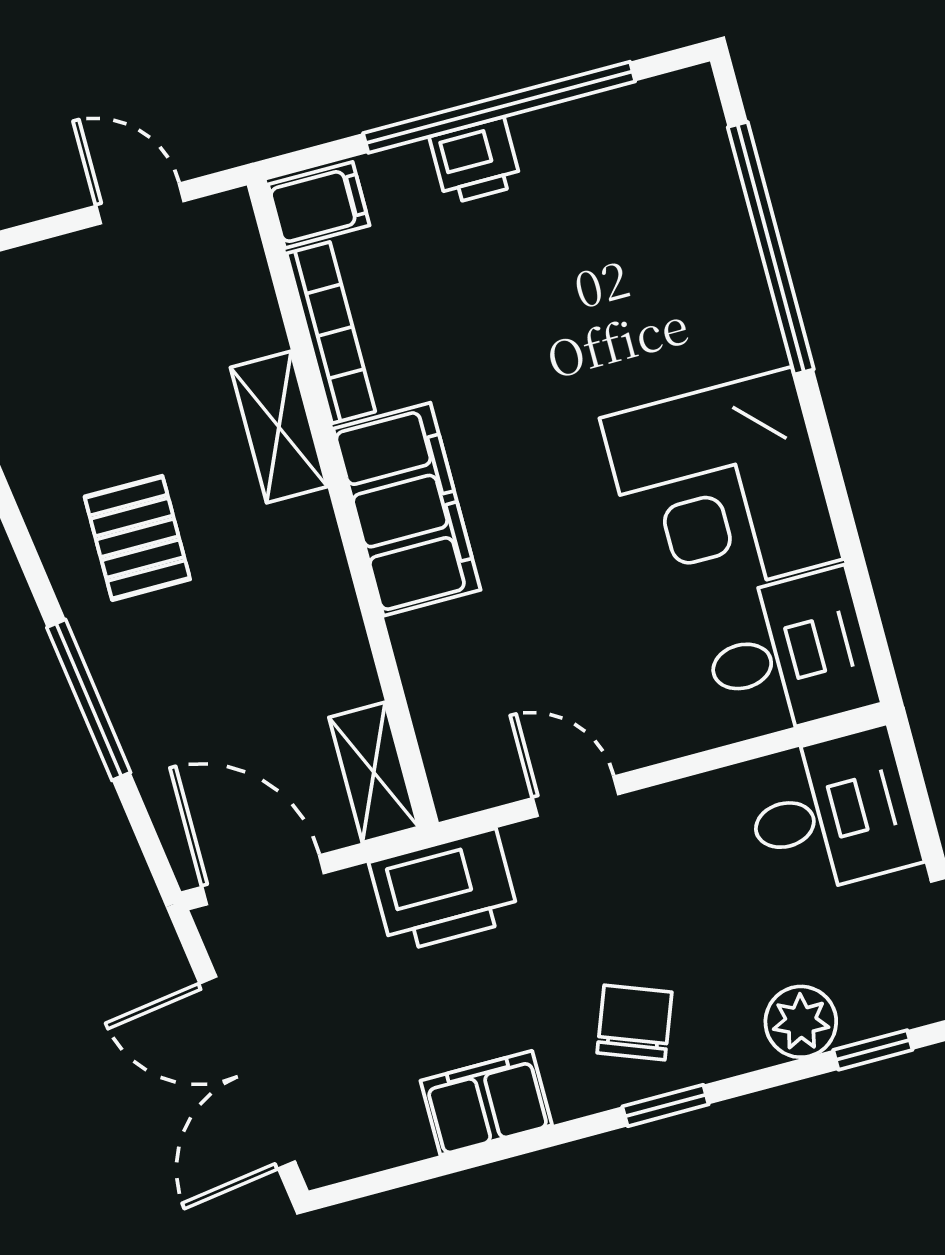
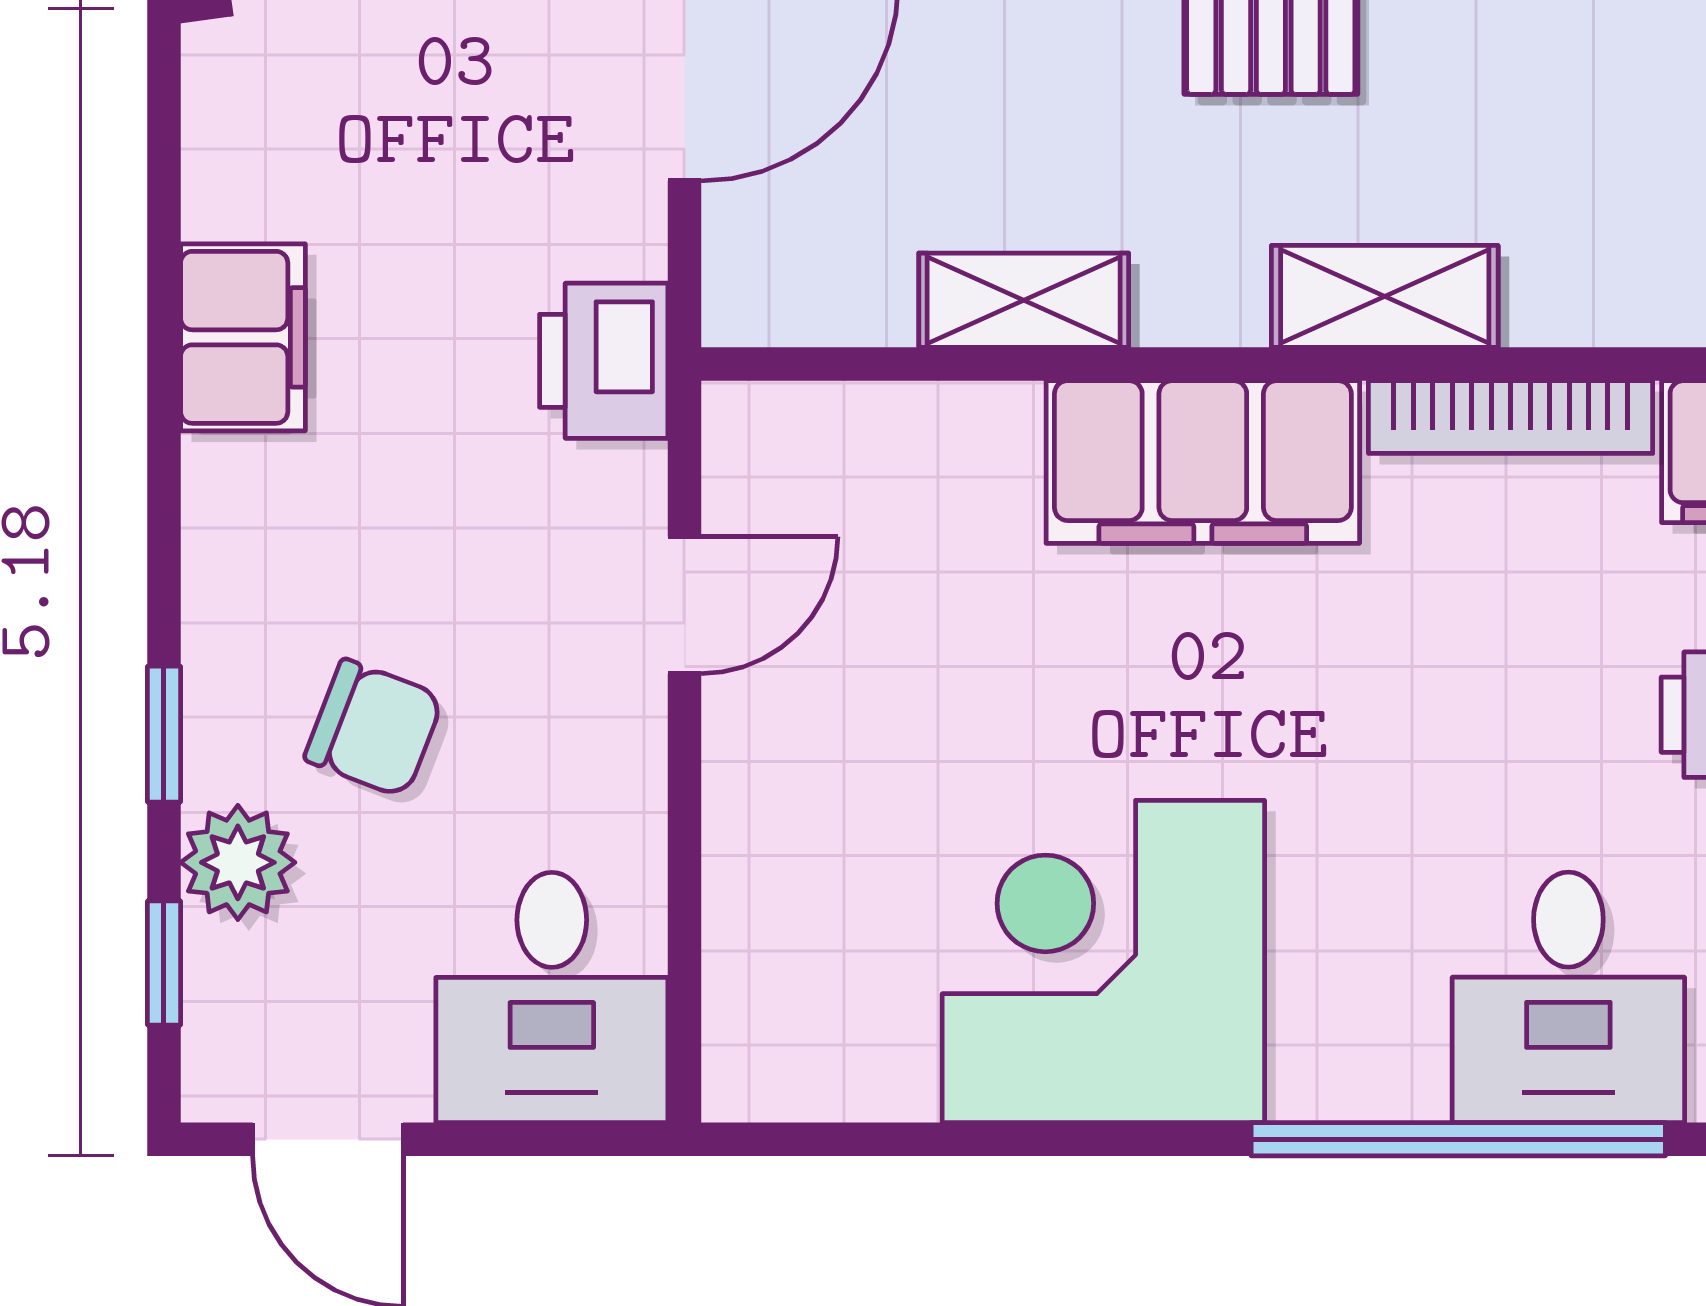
desk: (789, 654) -> (1568, 997), moved
shelving: (374, 772) -> (1024, 300), moved
printer: (444, 891) -> (604, 361), width x0.73, depth x0.84
chair: (635, 1022) -> (374, 728), moved
window: (665, 1105) -> (164, 734), moved

